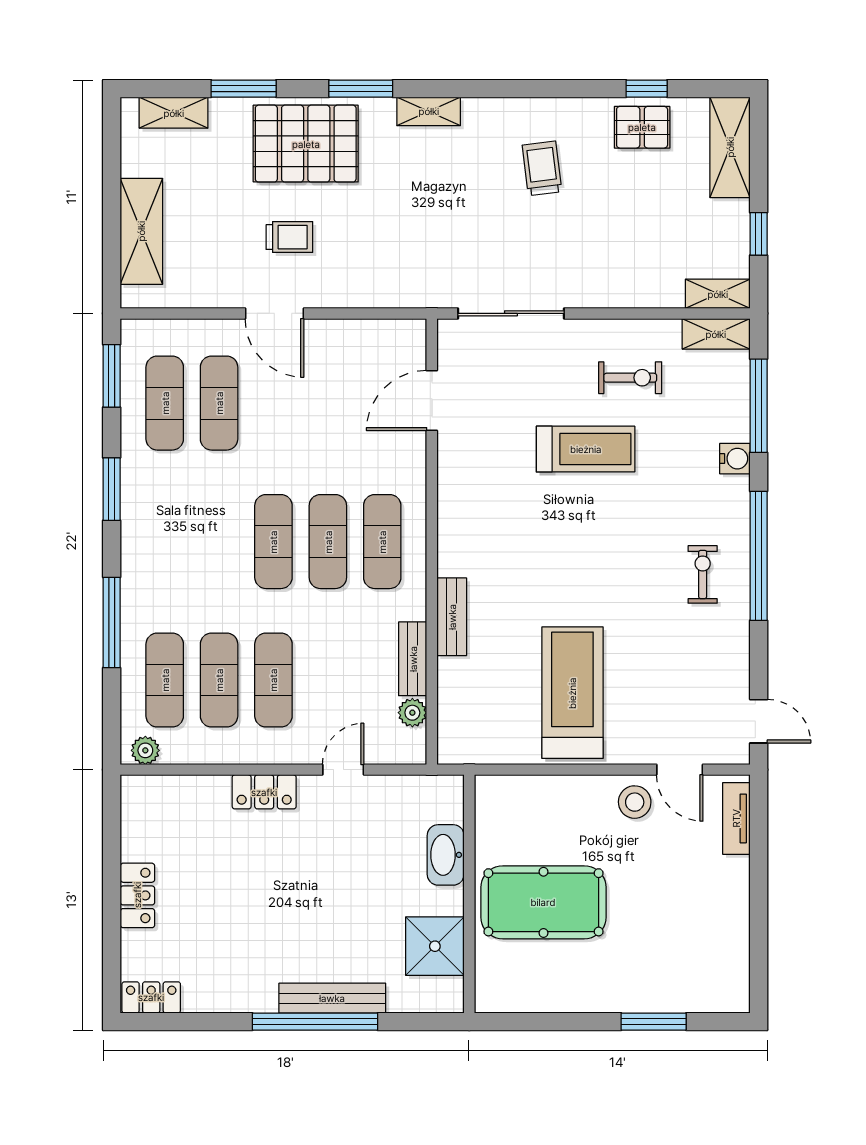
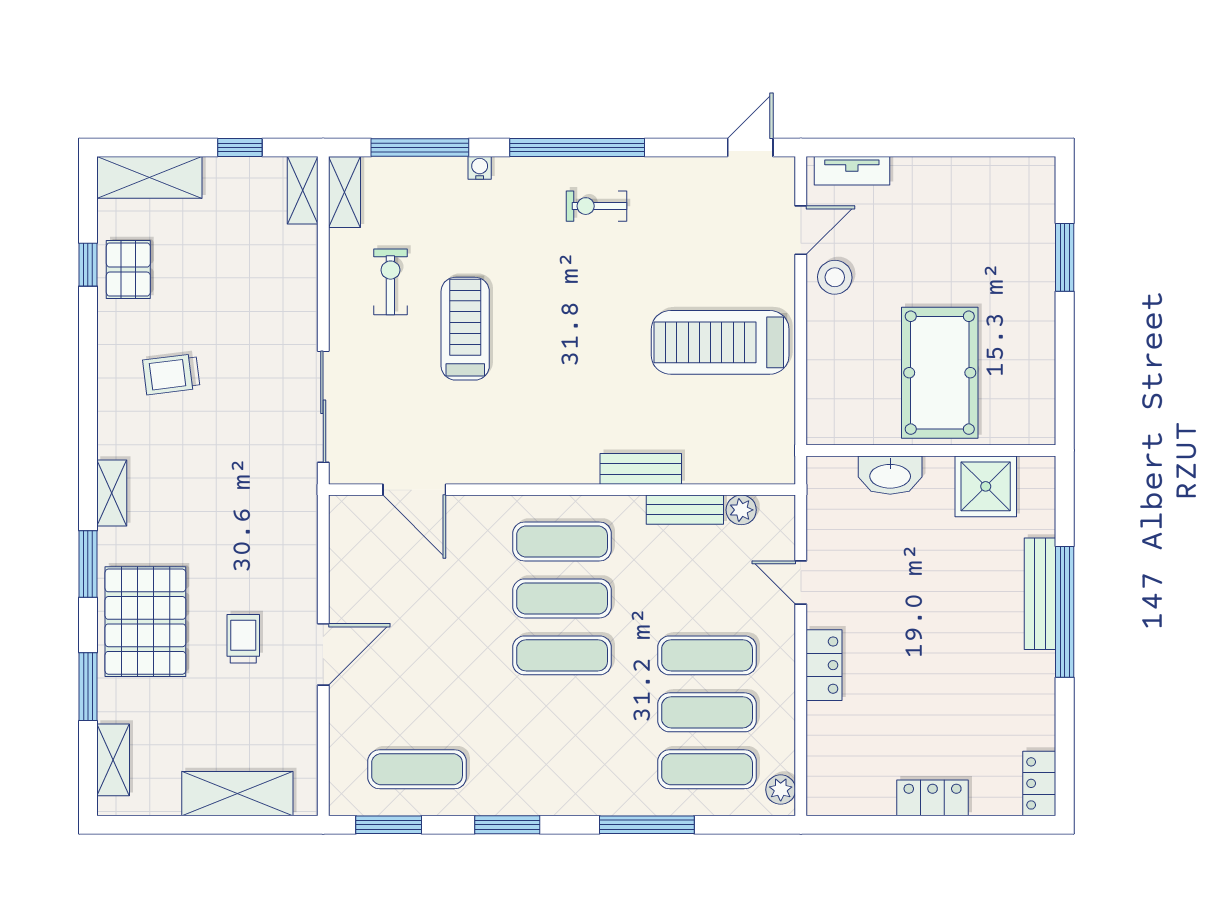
exercise mat: (219, 403) -> (417, 712), removed
water cooler: (735, 459) -> (480, 168), width x0.72, depth x0.72

